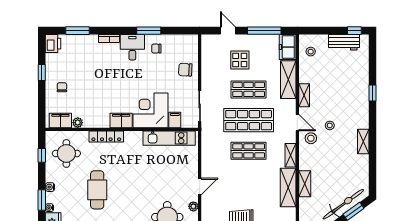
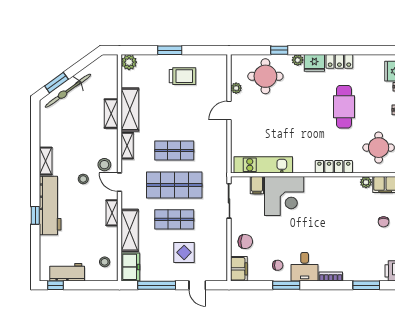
workbench: (359, 102) -> (50, 205), added
filing cabinet: (121, 120) -> (239, 269), moved, turned -90

